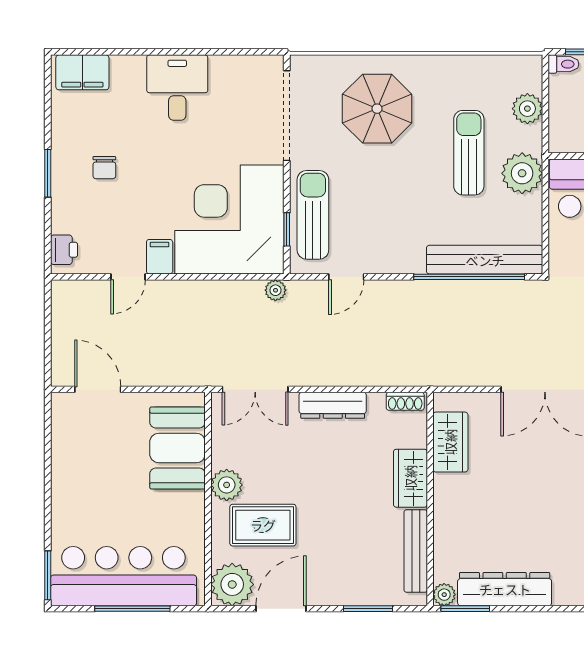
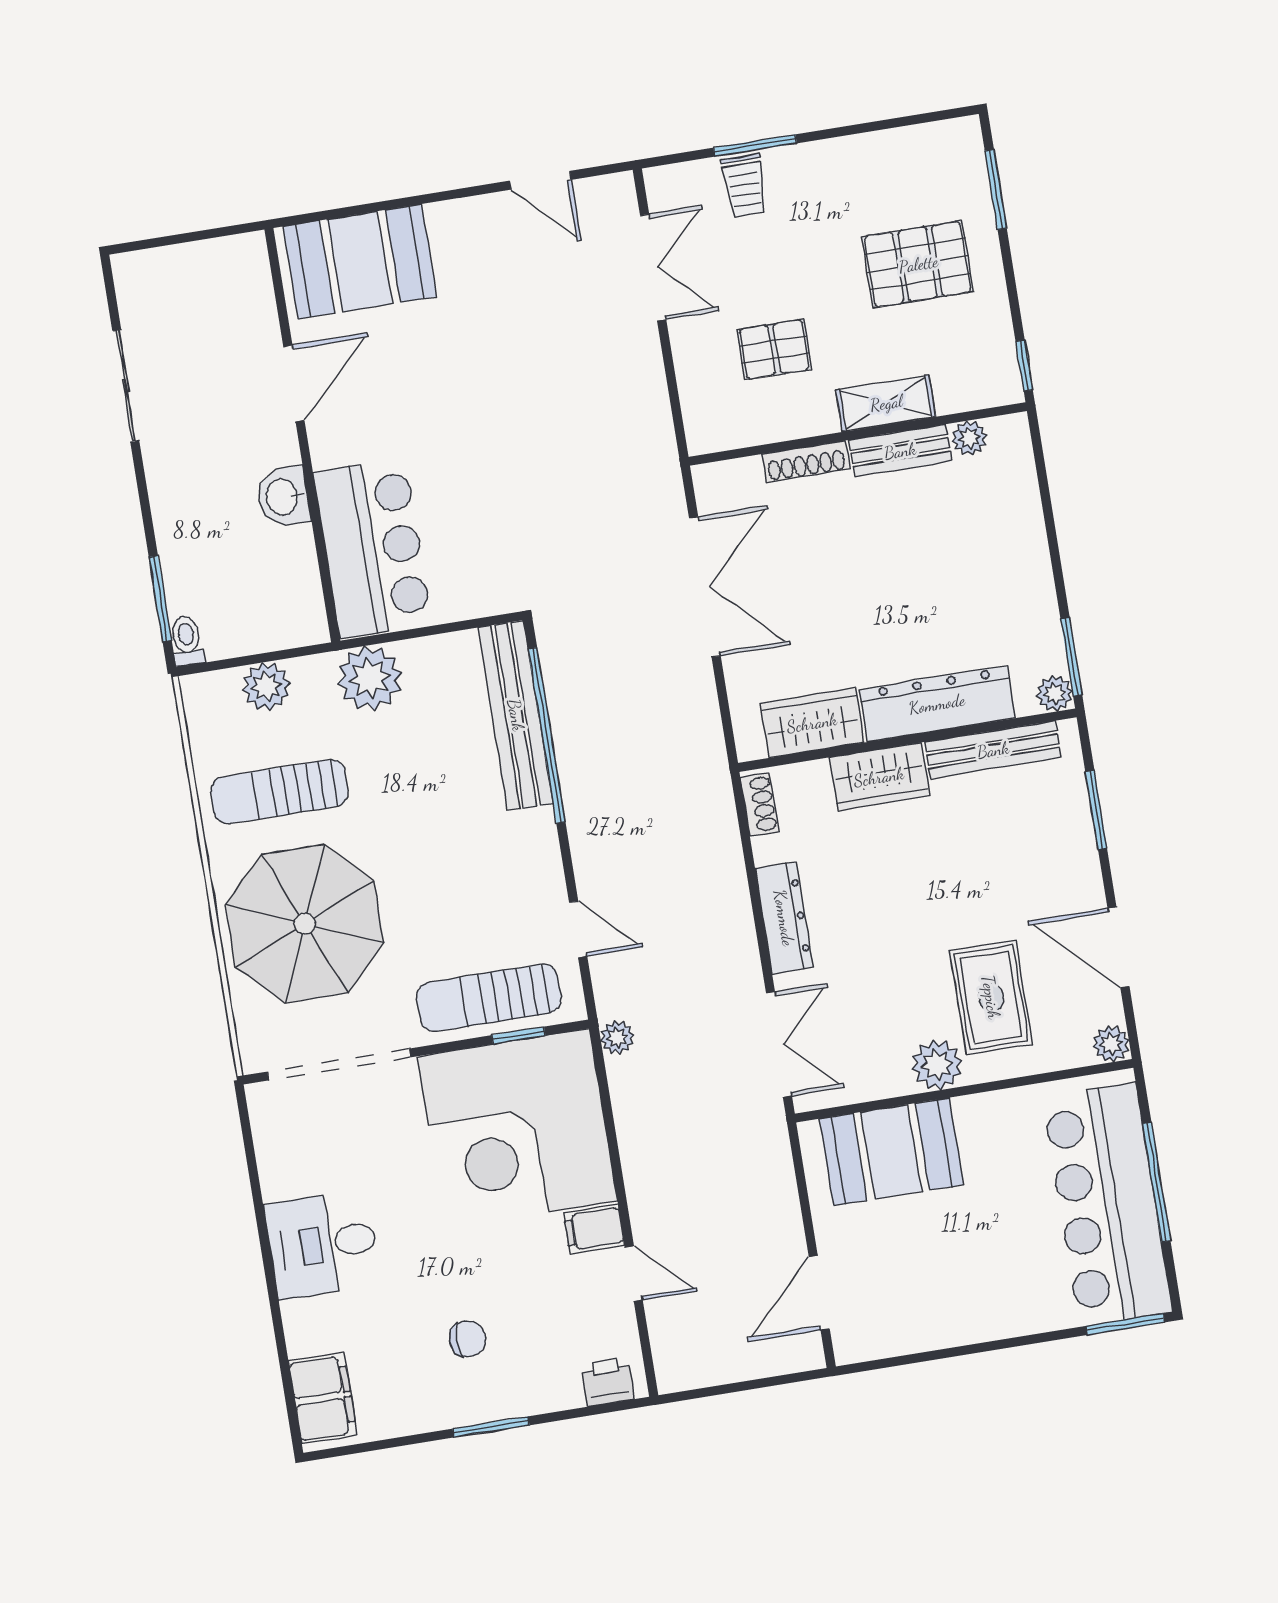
parasol: (377, 109) -> (305, 924), width x1.36, depth x1.36
sun lounger: (469, 153) -> (280, 792), moved
plant: (232, 584) -> (1111, 1044), width x0.53, depth x0.53
dresser: (505, 589) -> (937, 704), moved, turned 90

